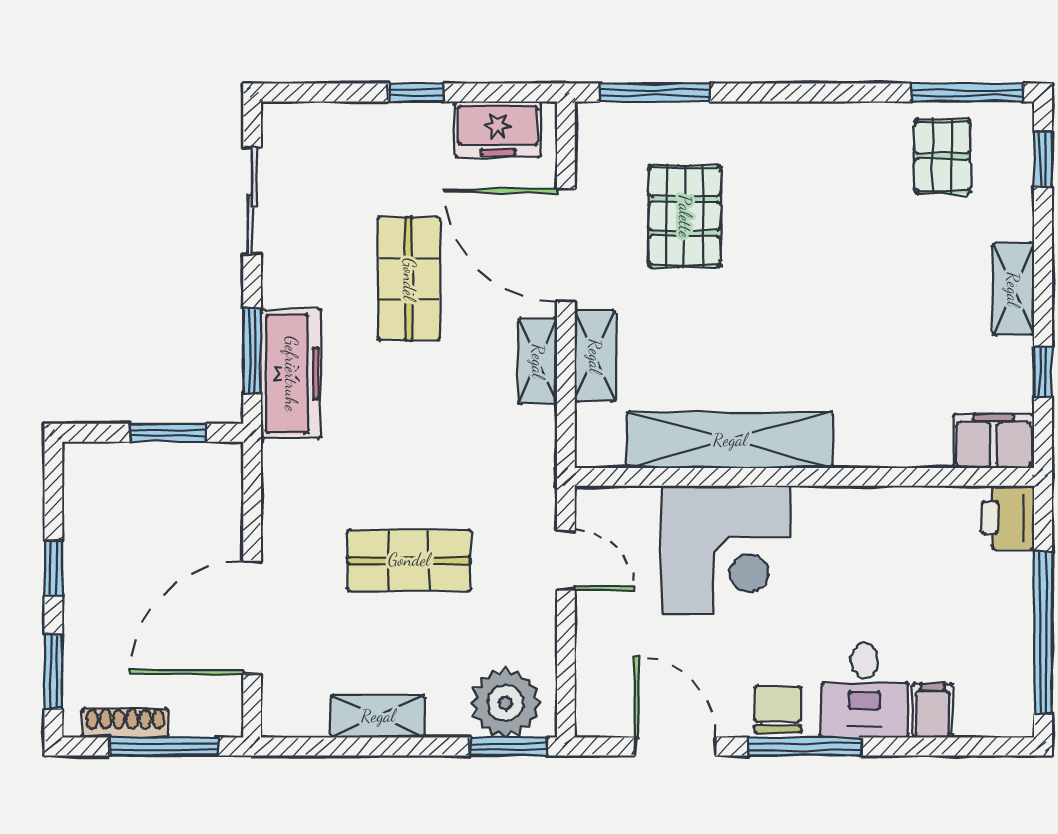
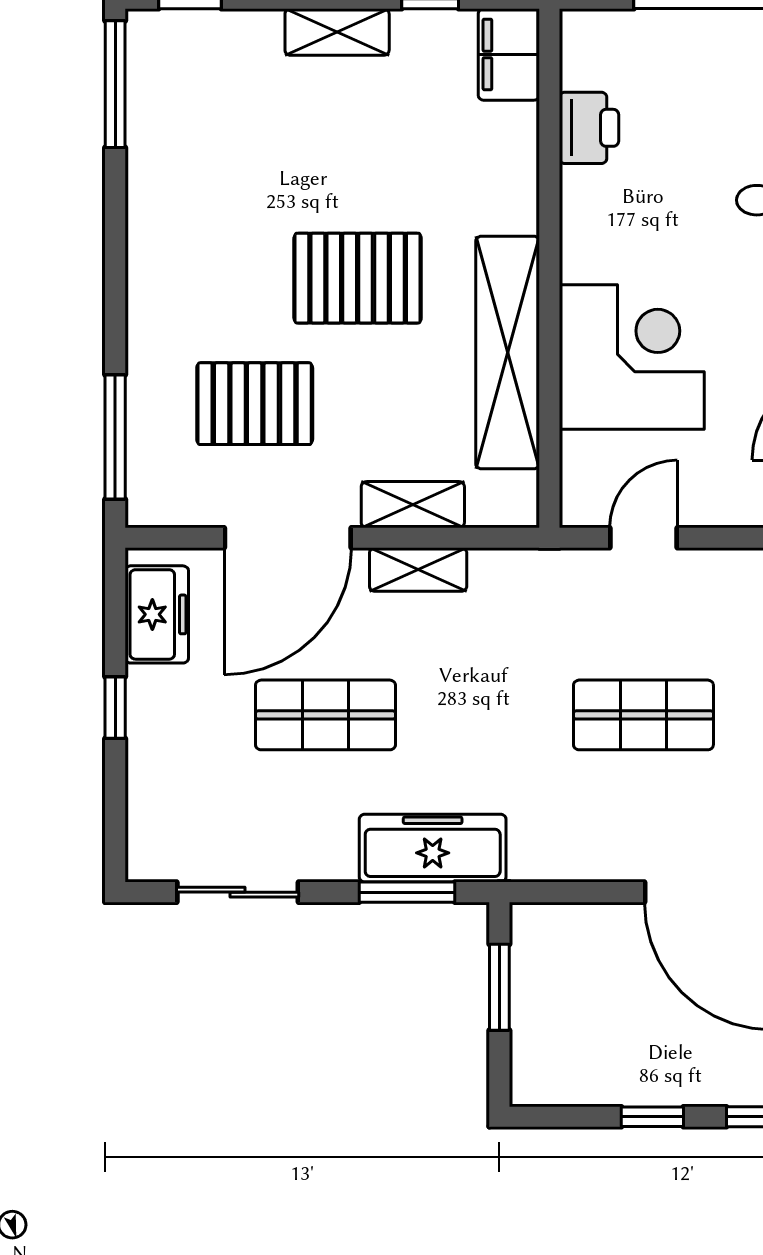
pallet: (943, 156) -> (358, 278), moved, width x1.50, depth x1.42
printer: (1008, 517) -> (589, 128), moved, turned -90
shop shelf: (409, 560) -> (643, 715), turned 90

